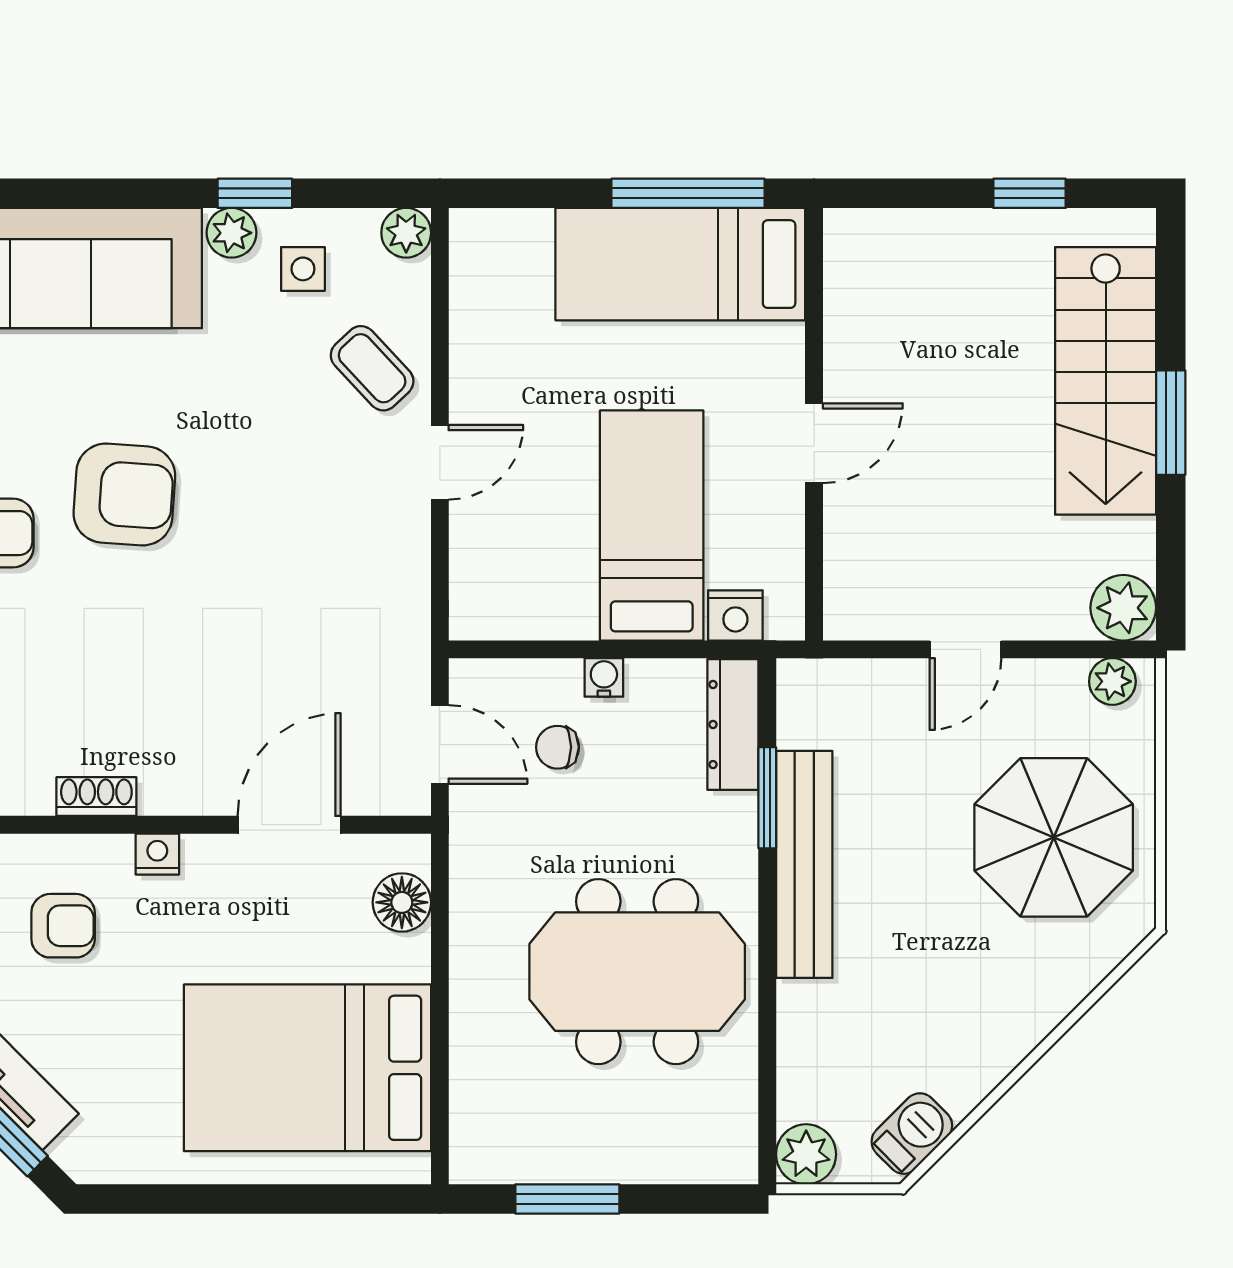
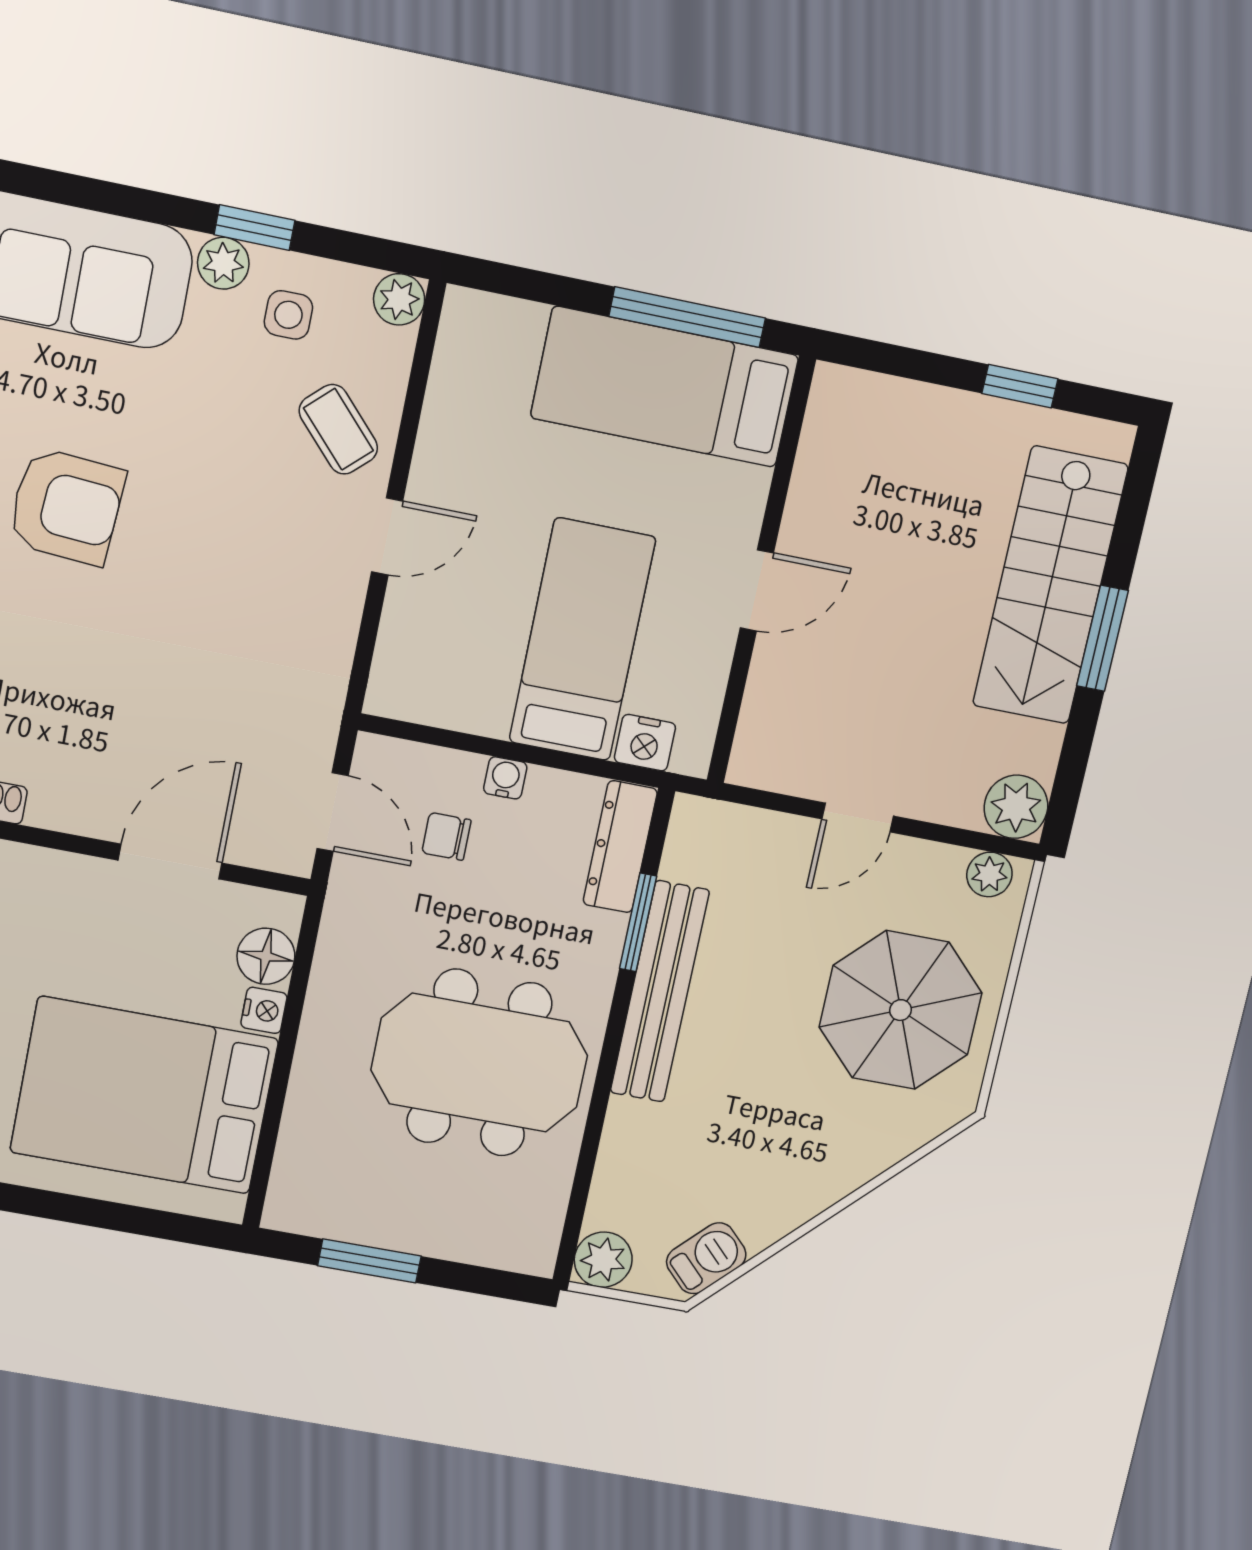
nightstand: (157, 854) -> (264, 1010), moved, turned 90

